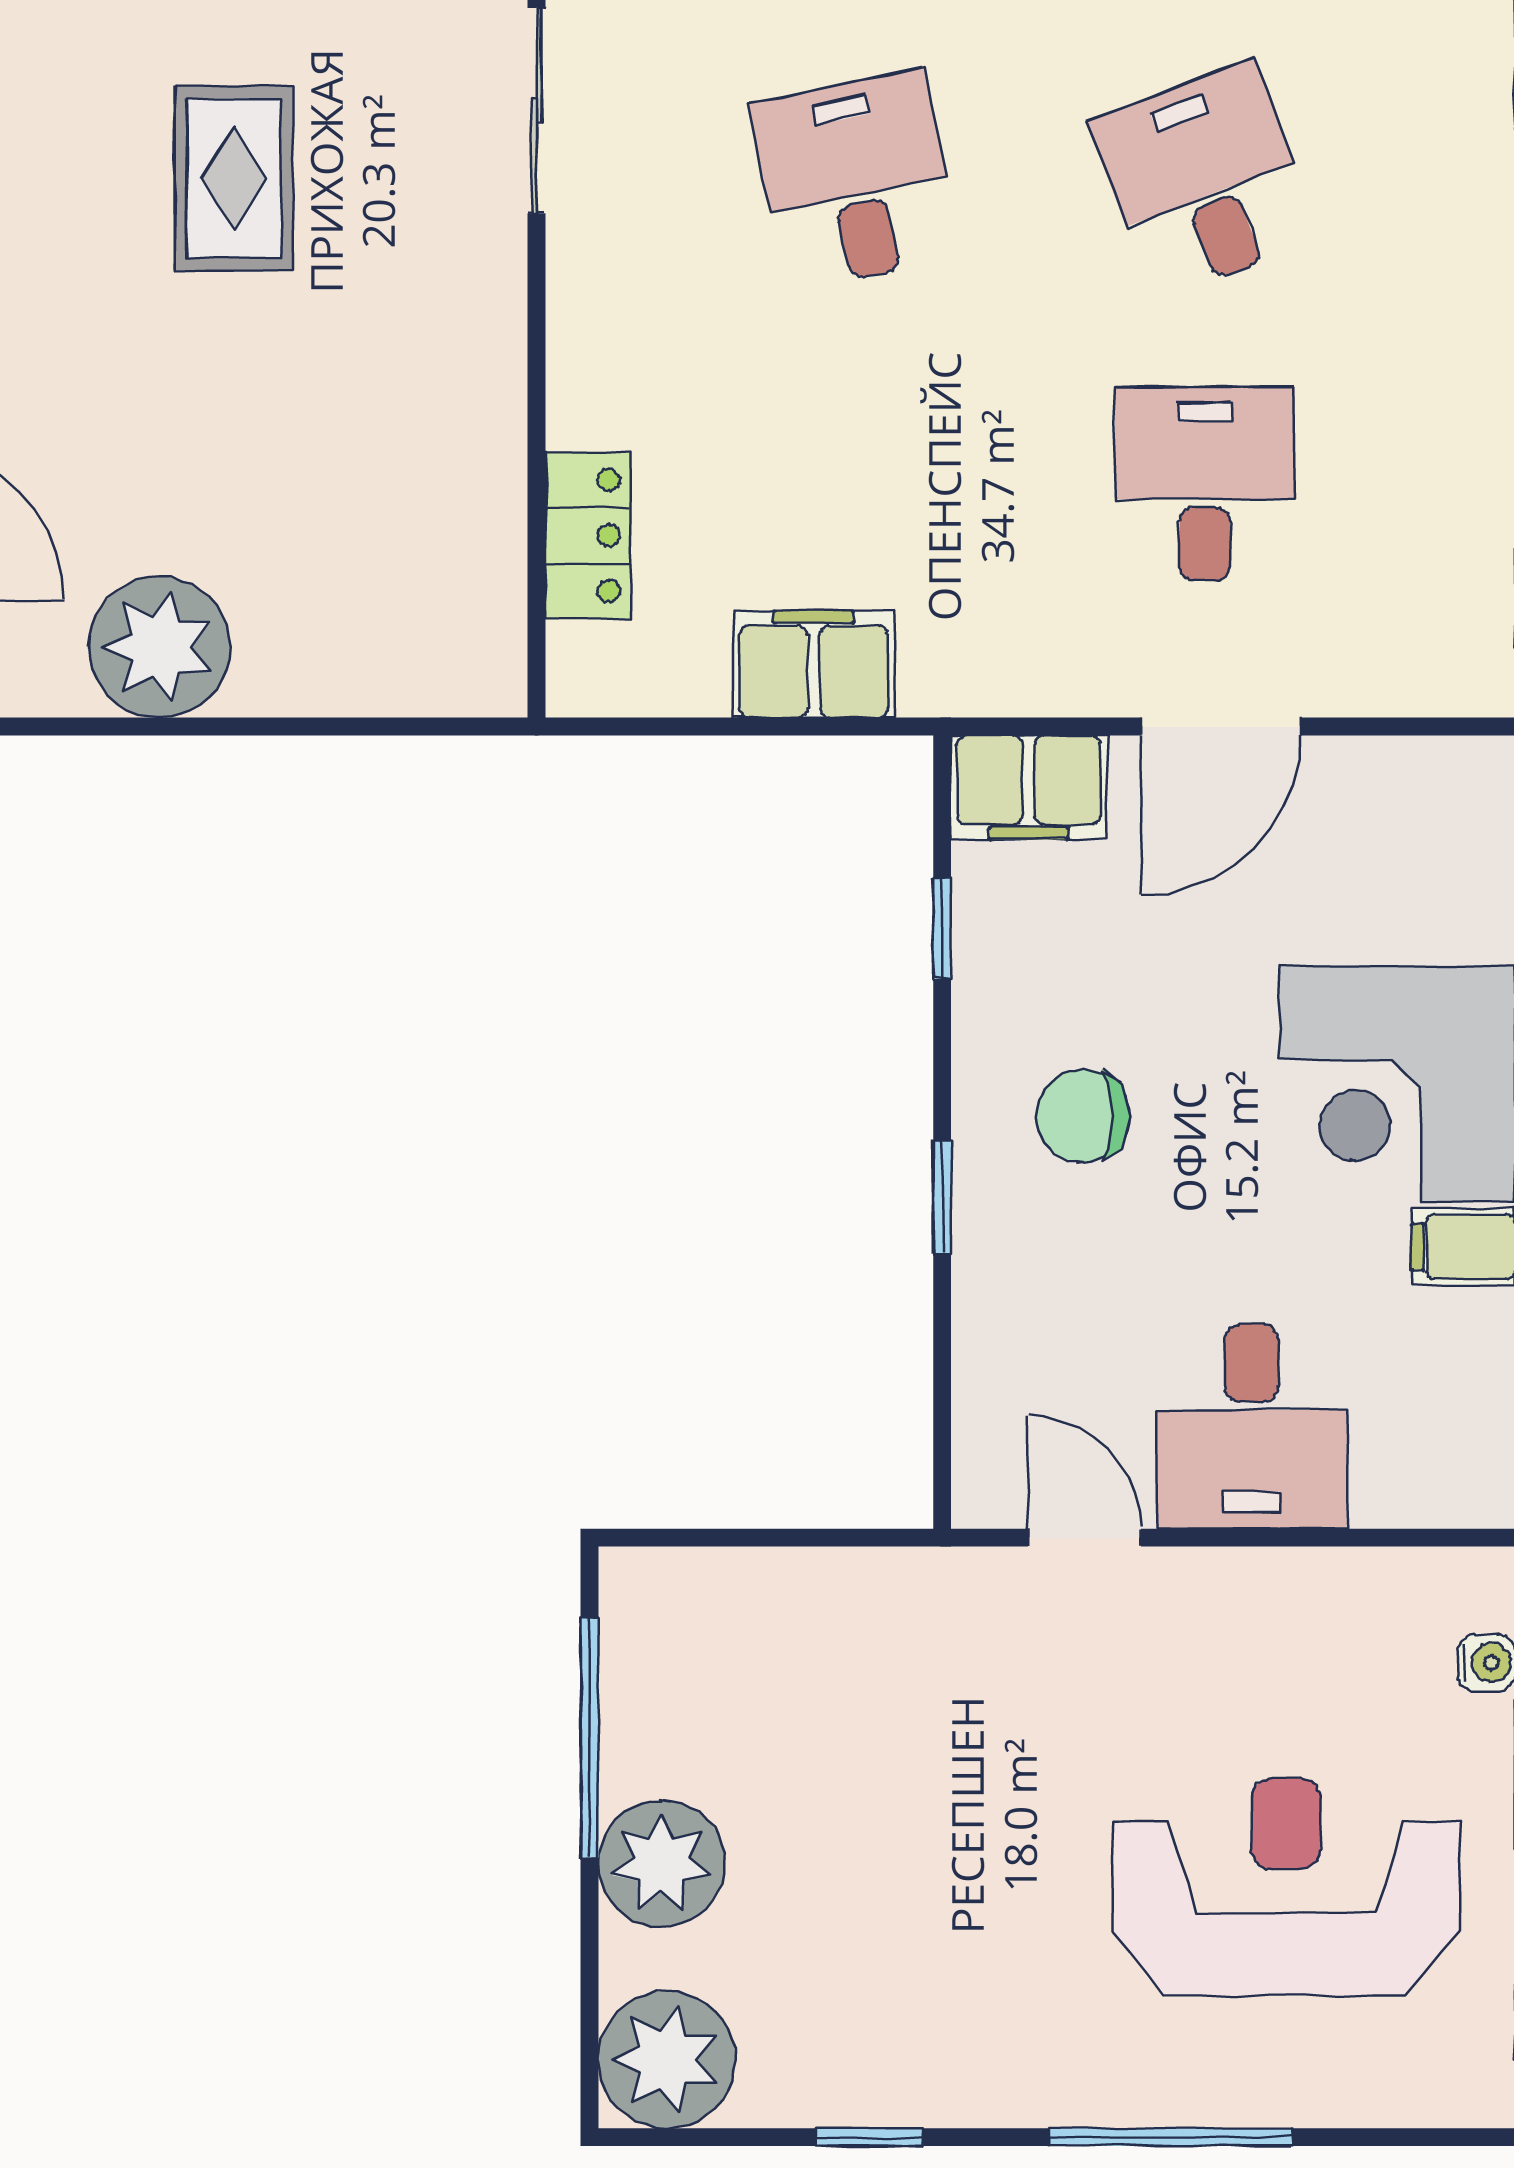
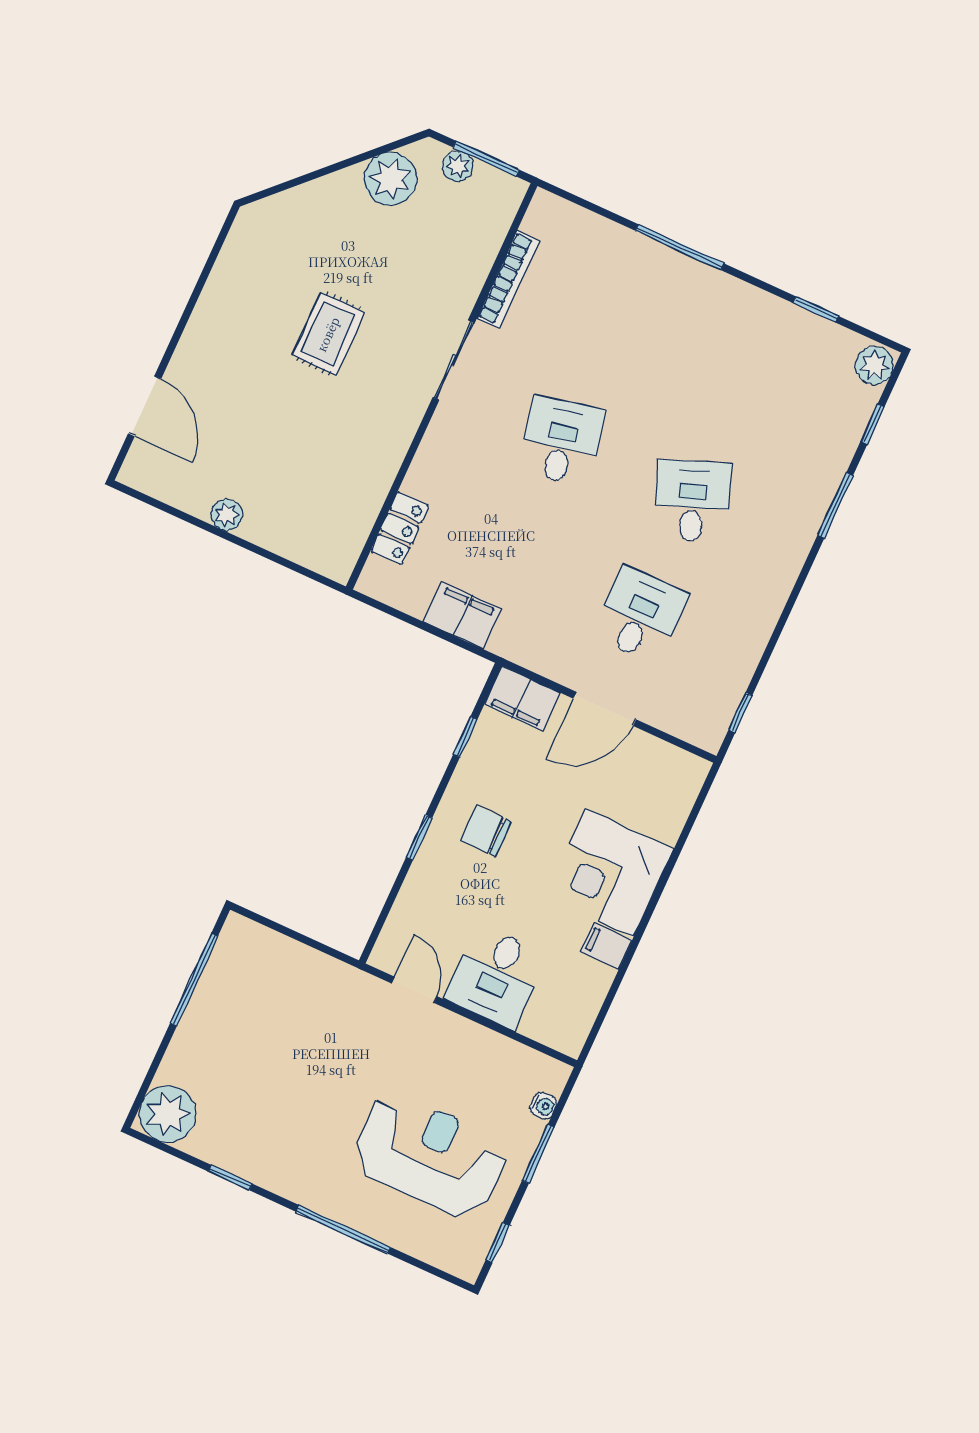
plant: (159, 647) -> (227, 515), width x0.53, depth x0.53
plant: (662, 1864) -> (199, 1039), removed

